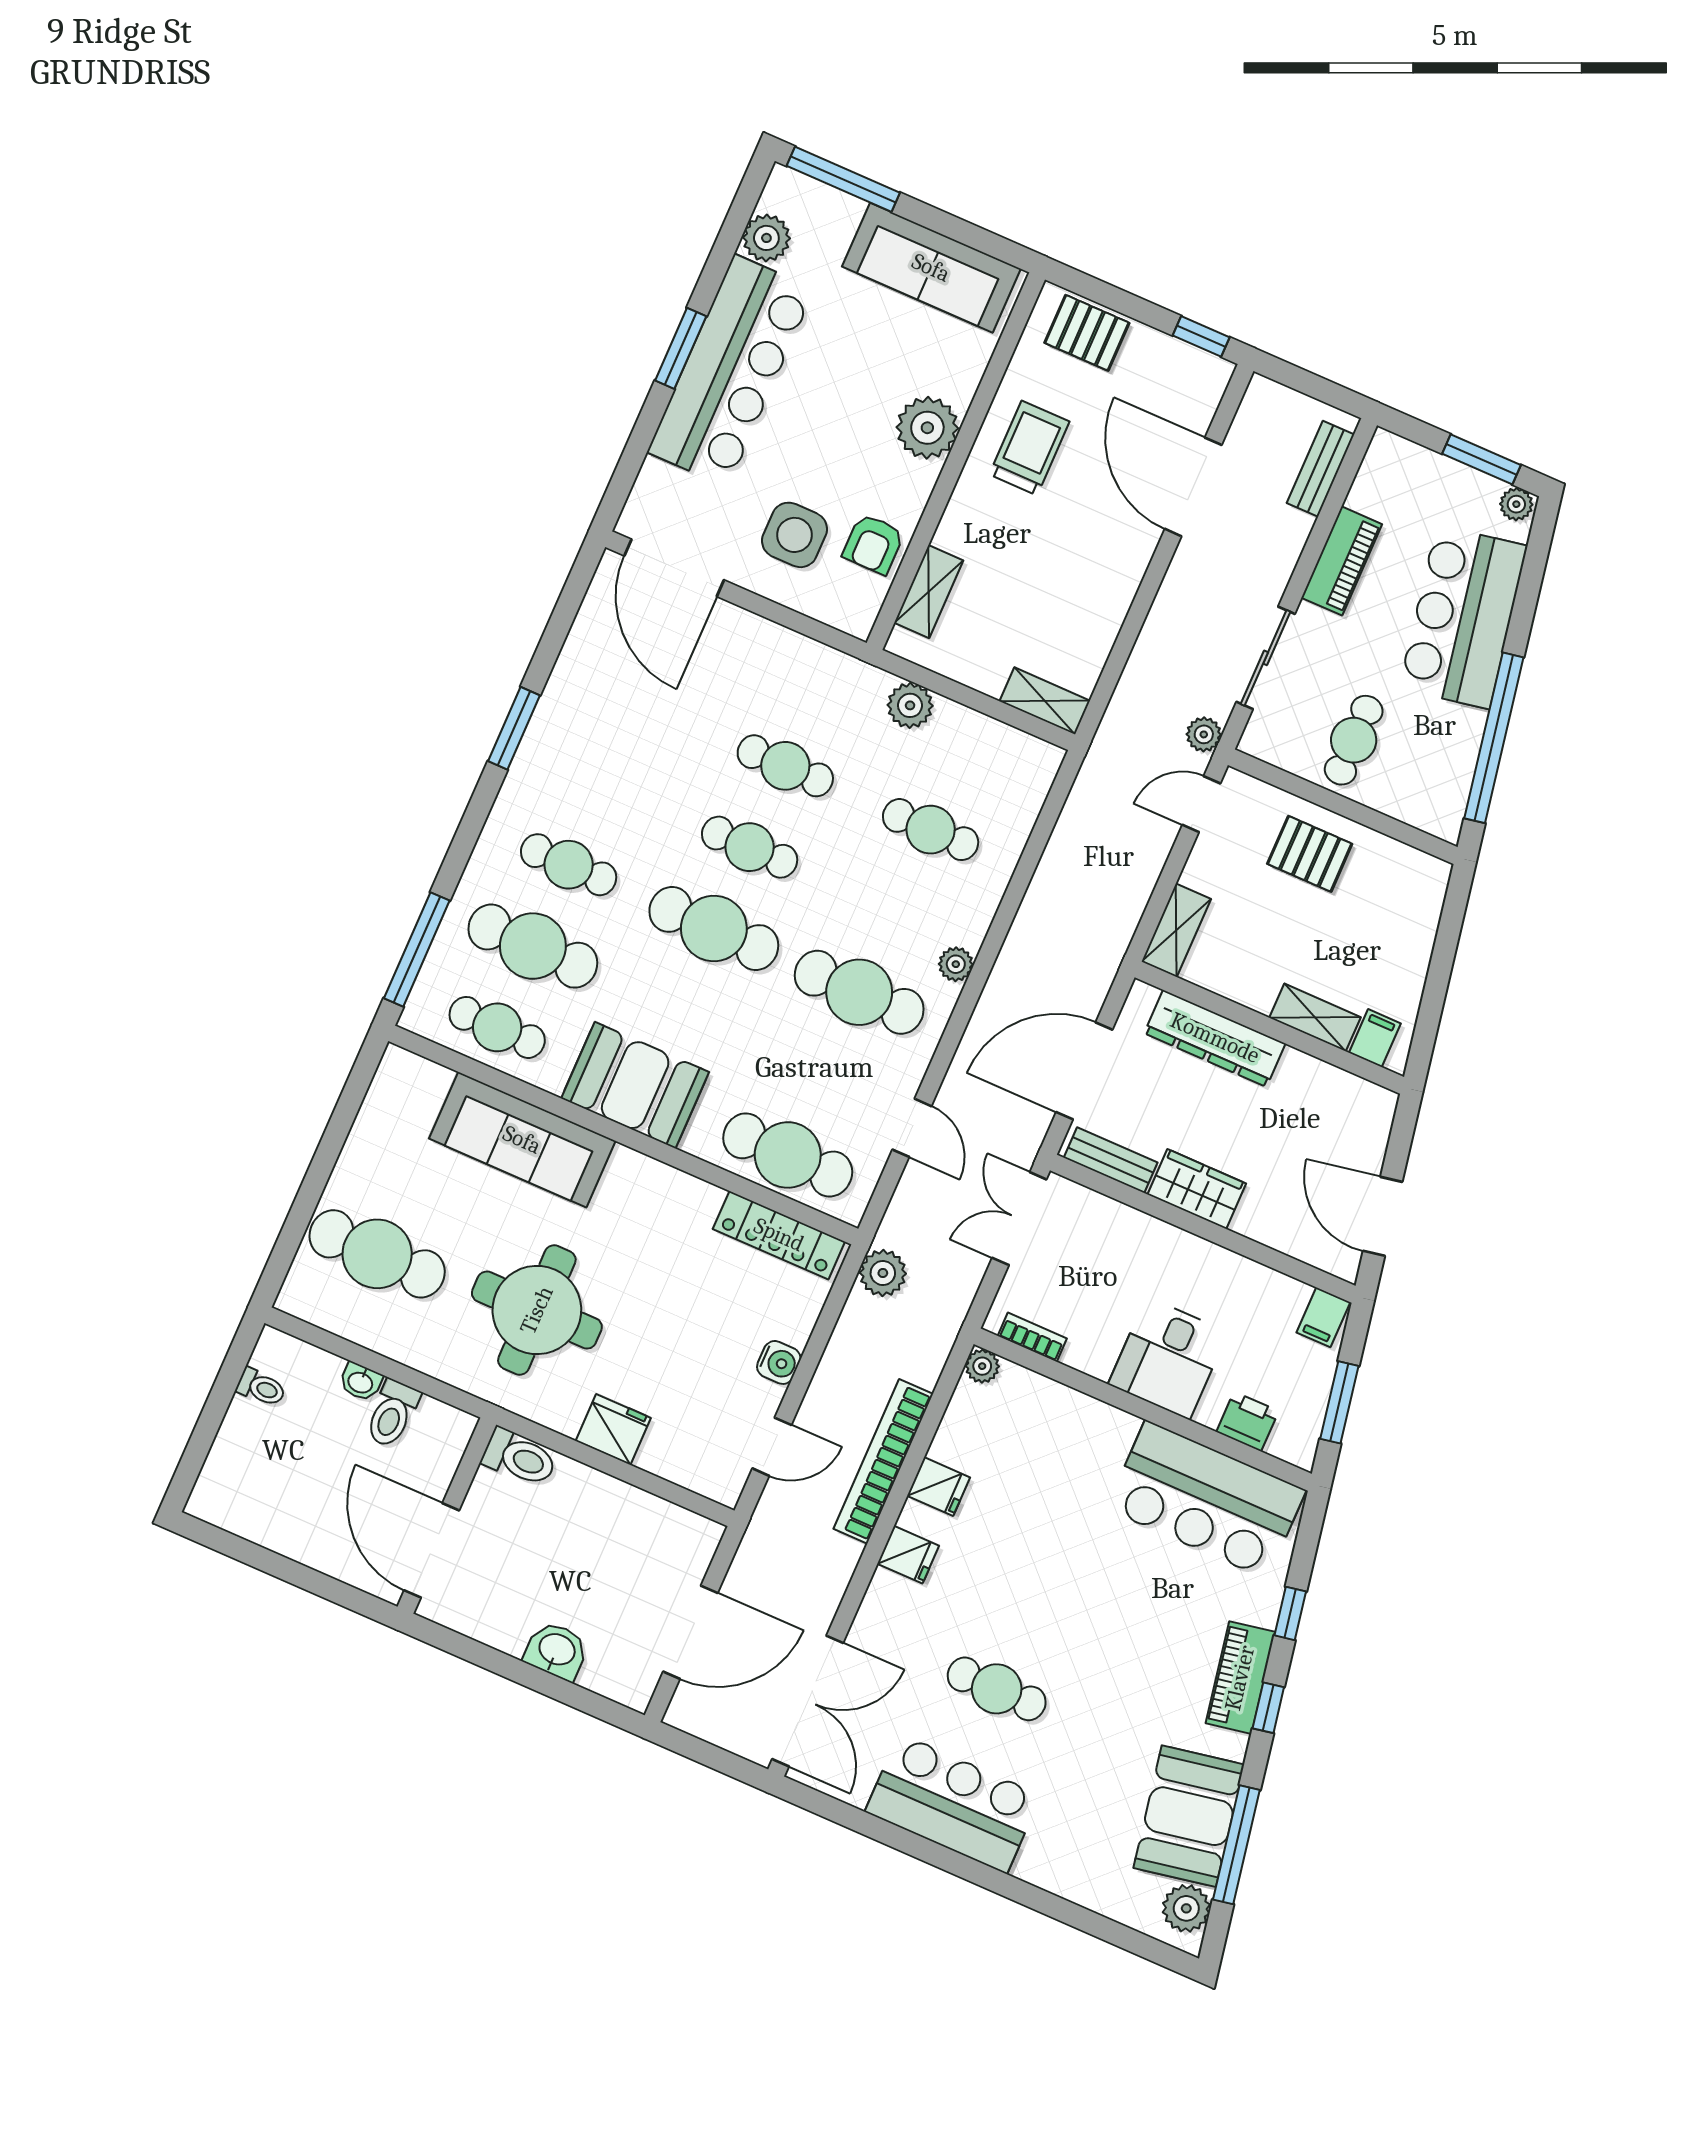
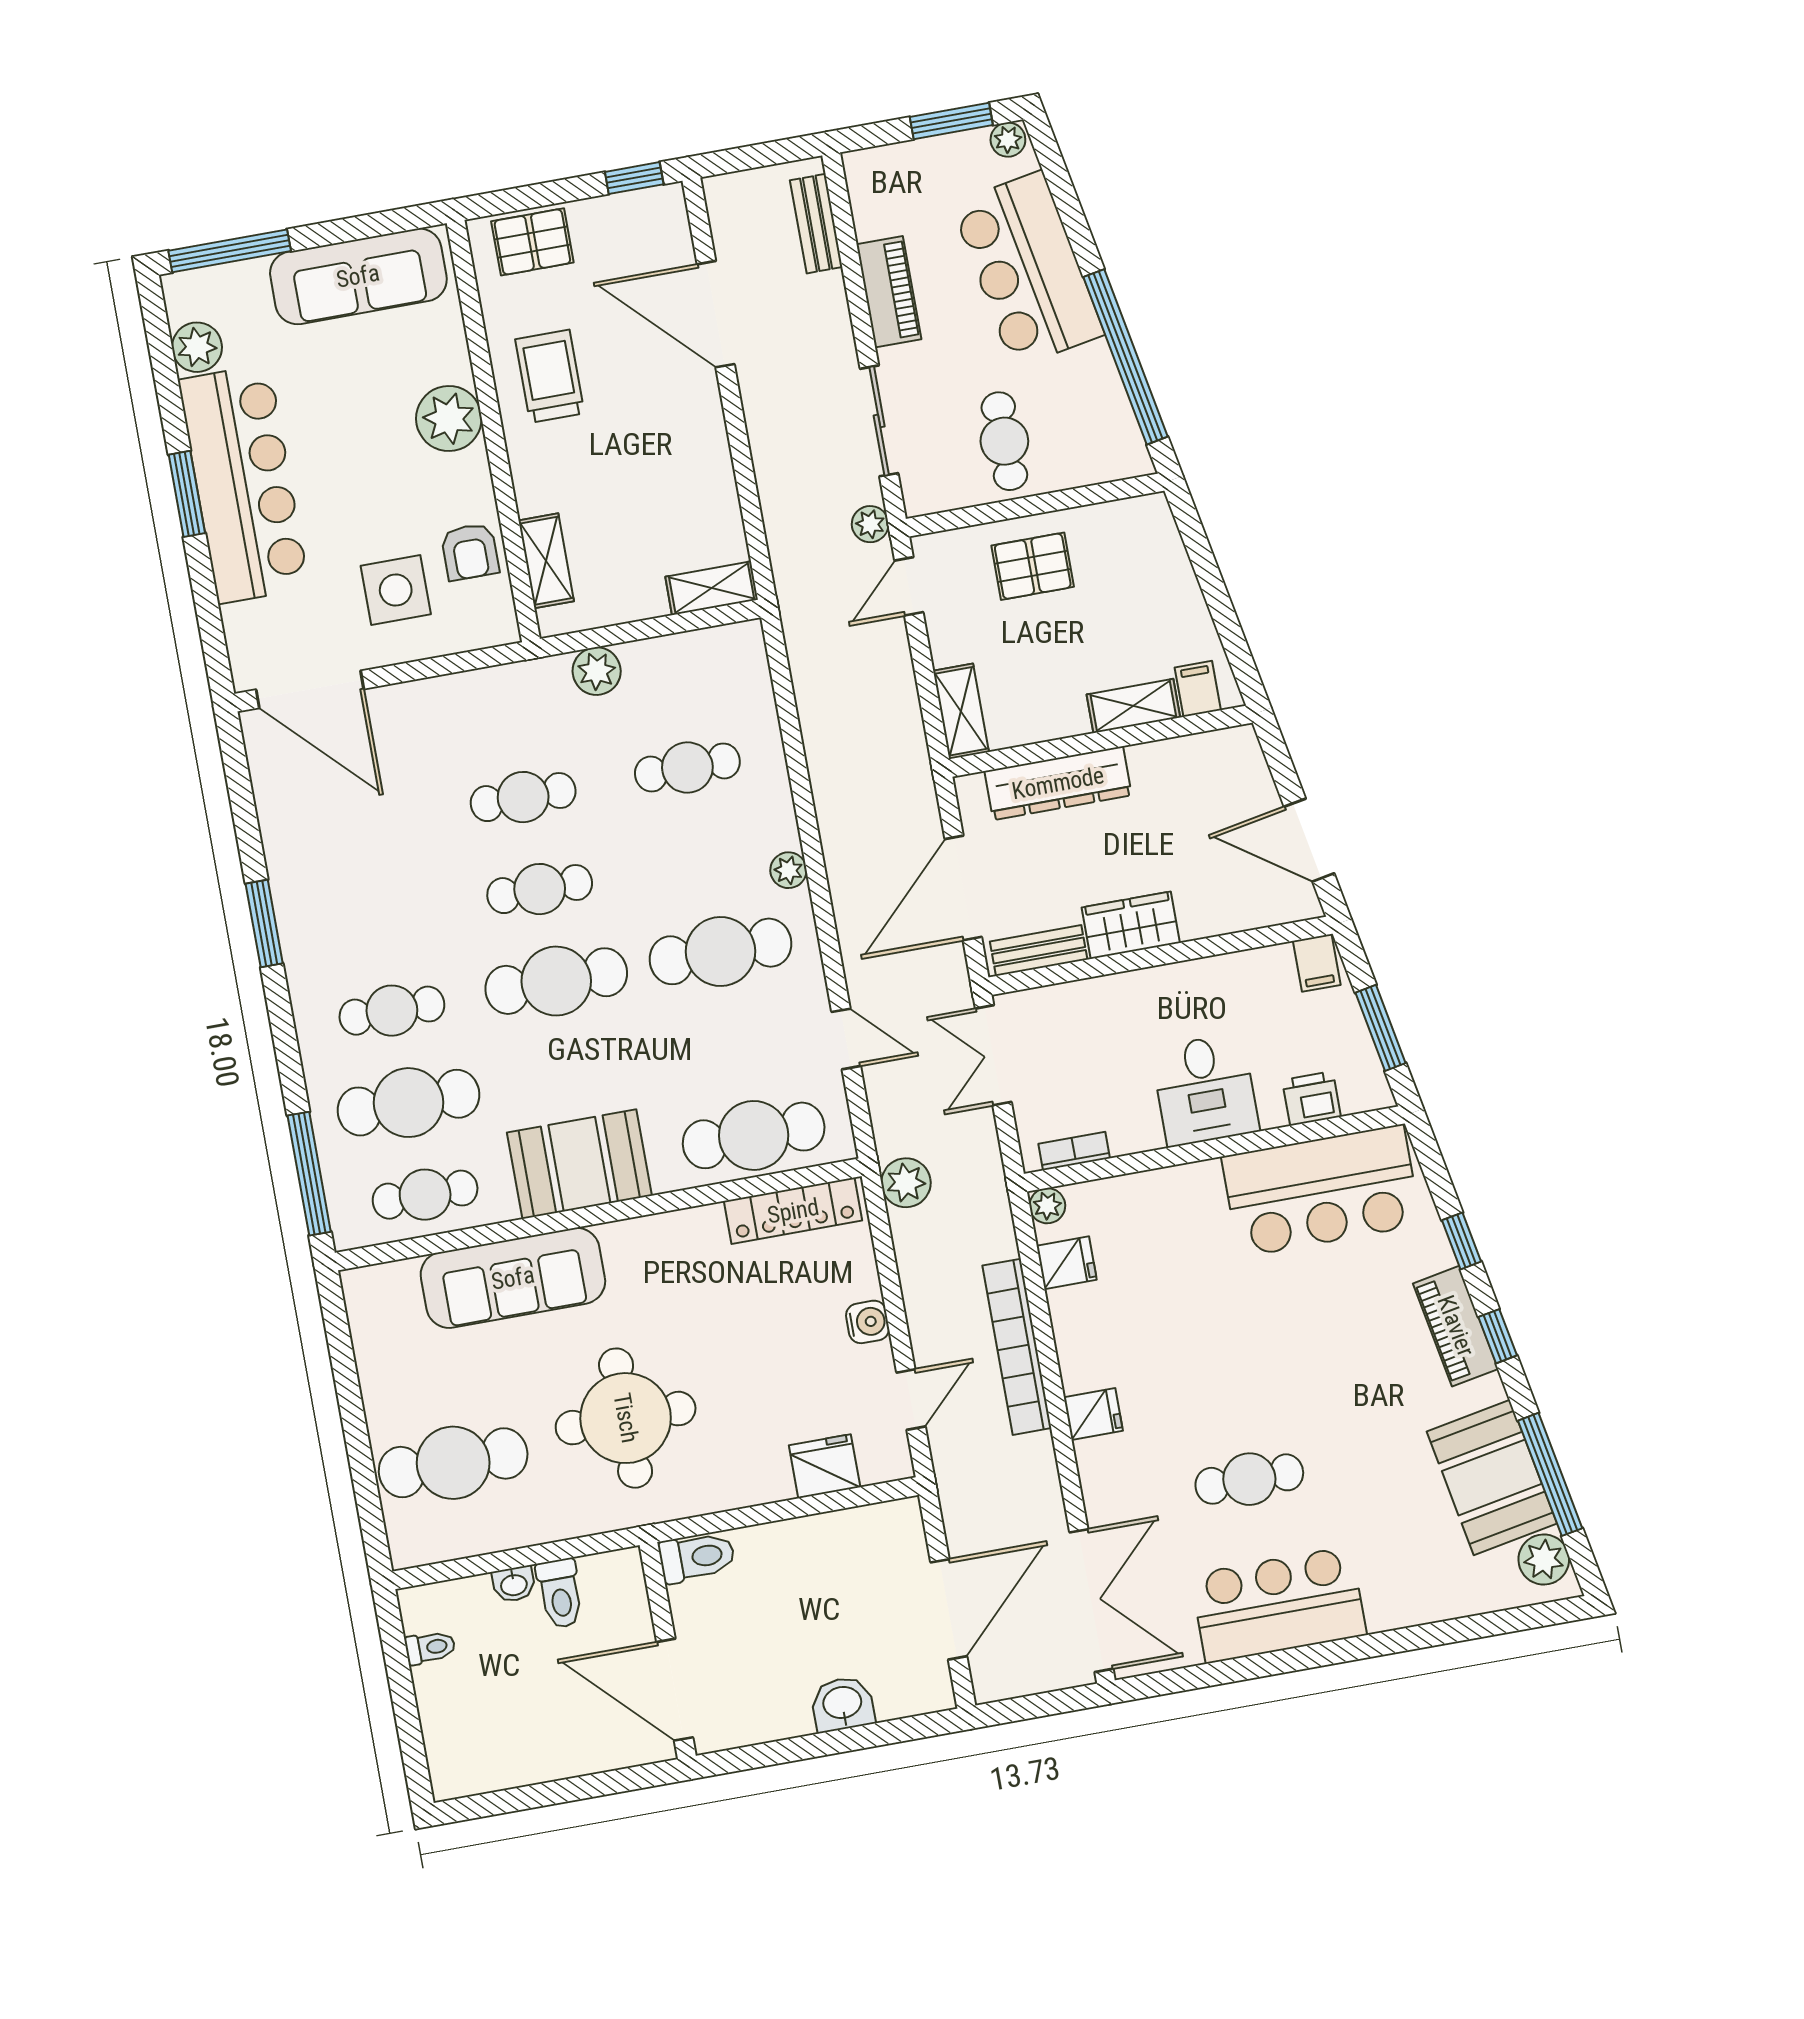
fridge: (613, 1429) -> (825, 1466), moved
fridge: (939, 1487) -> (1067, 1263), moved

